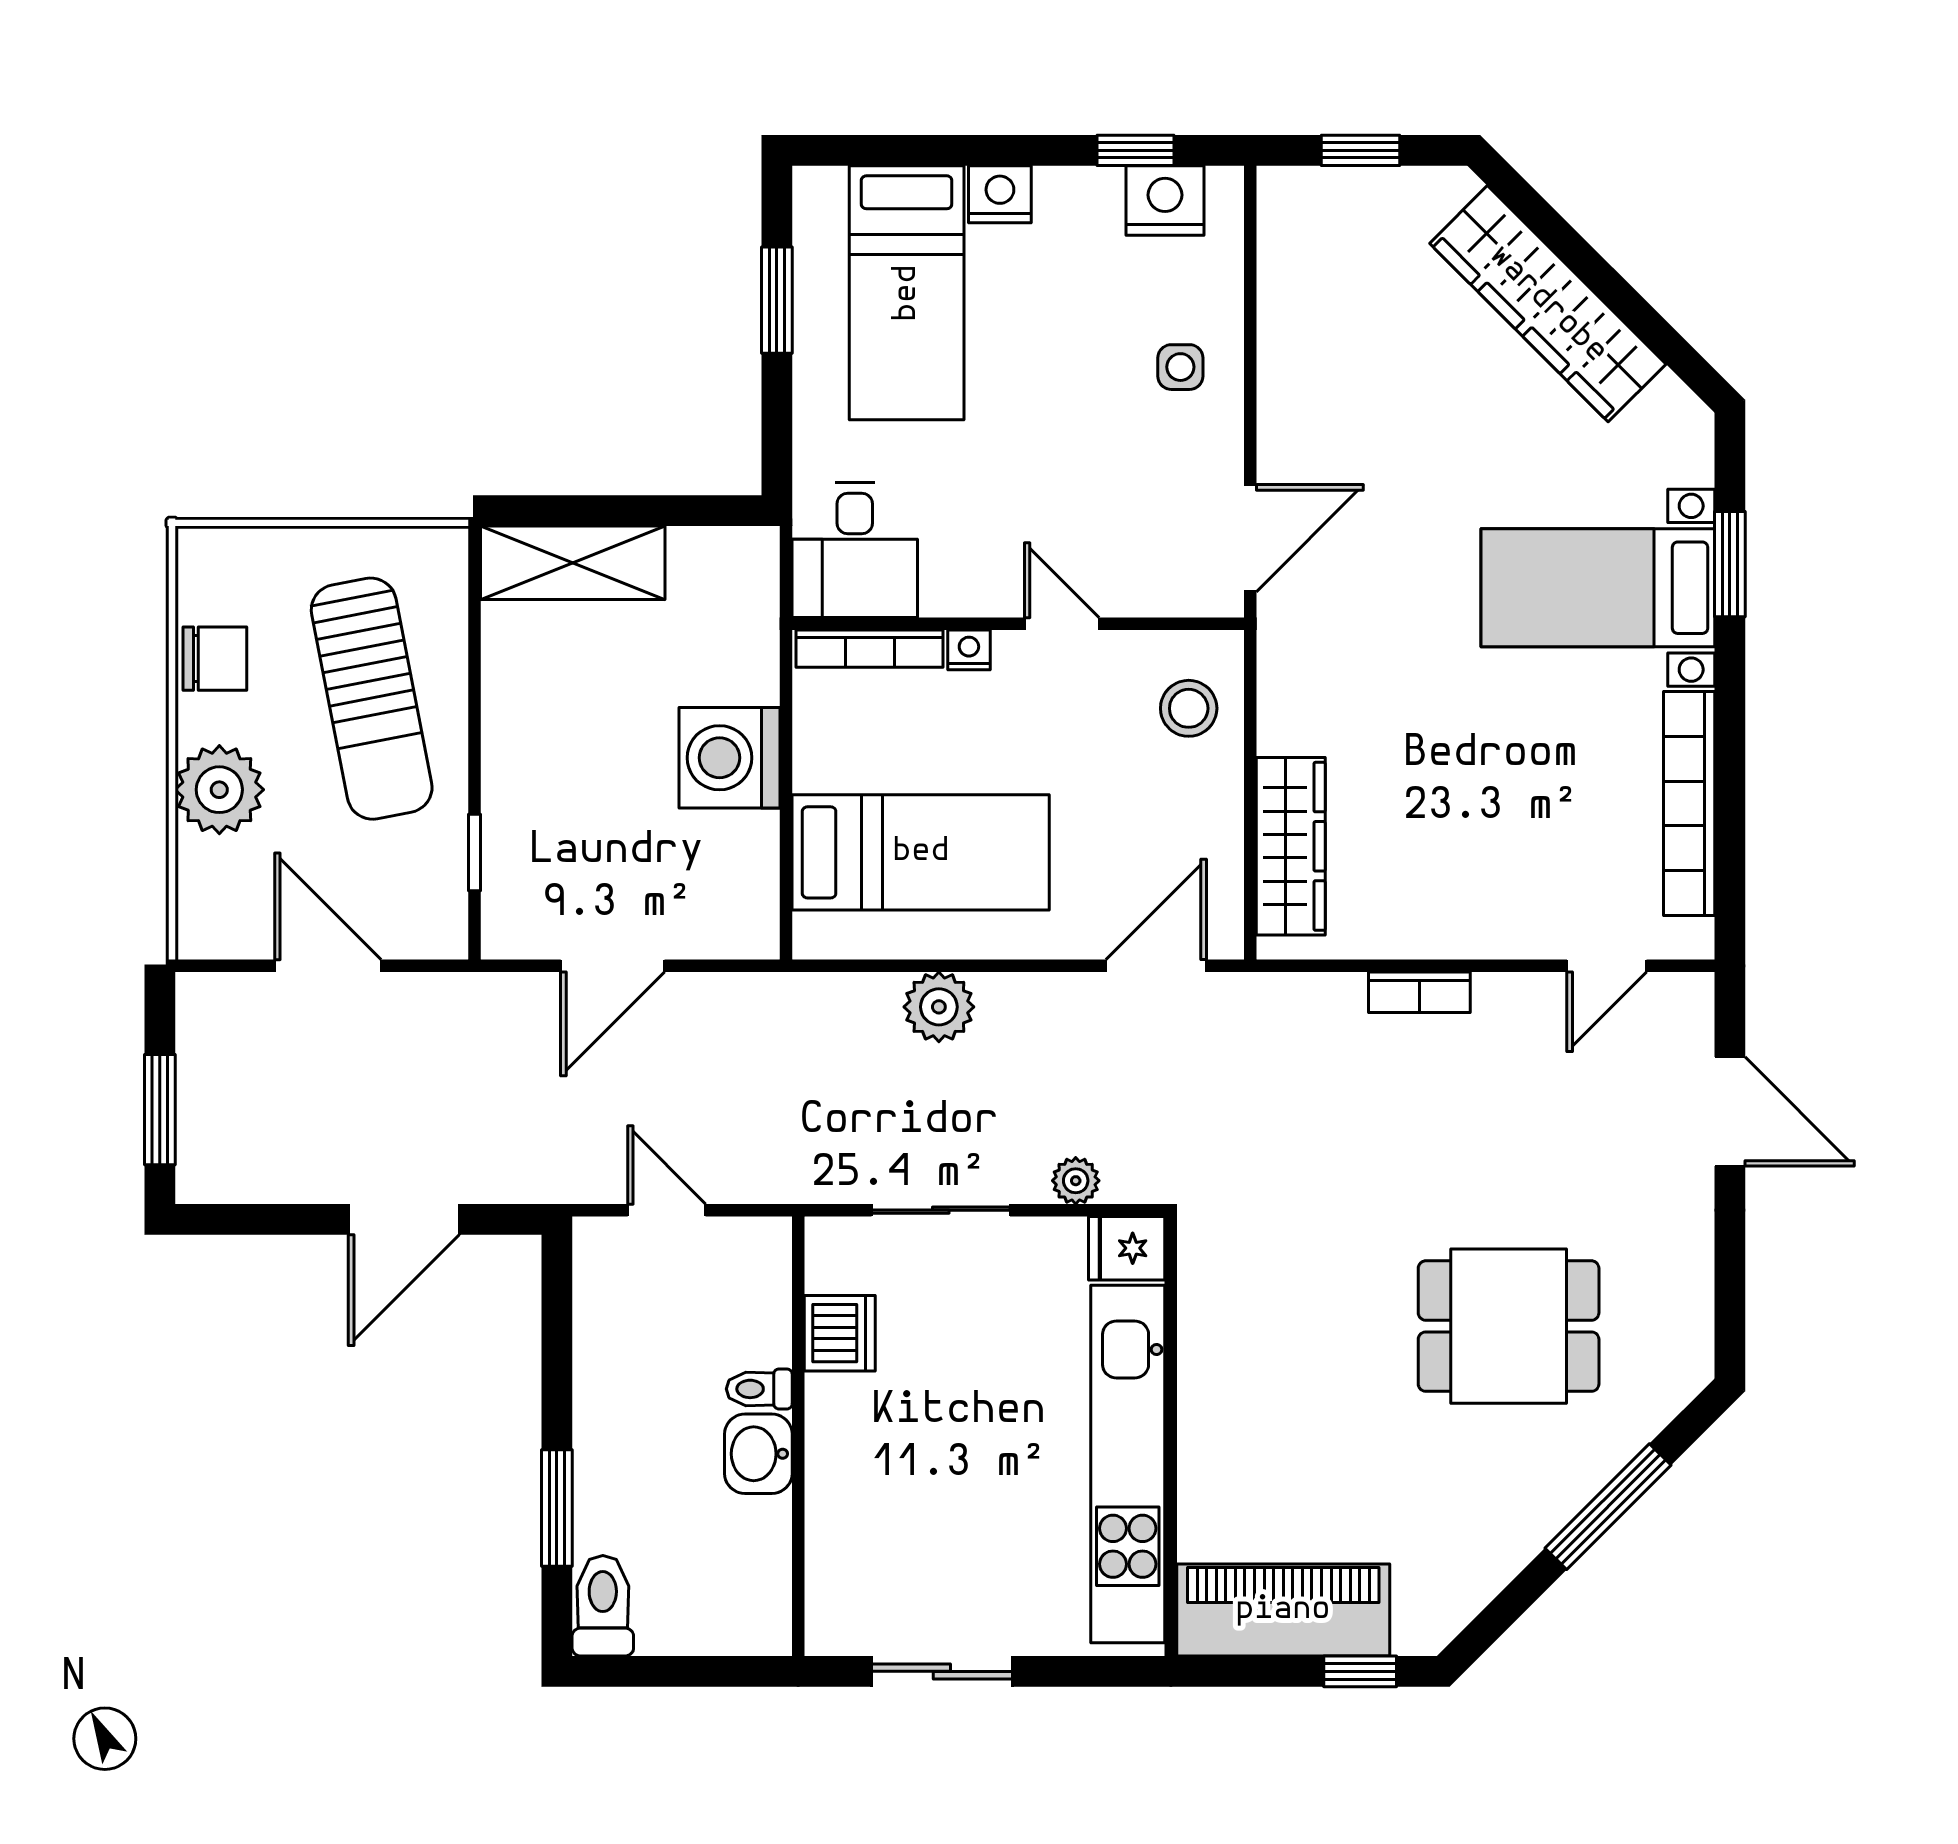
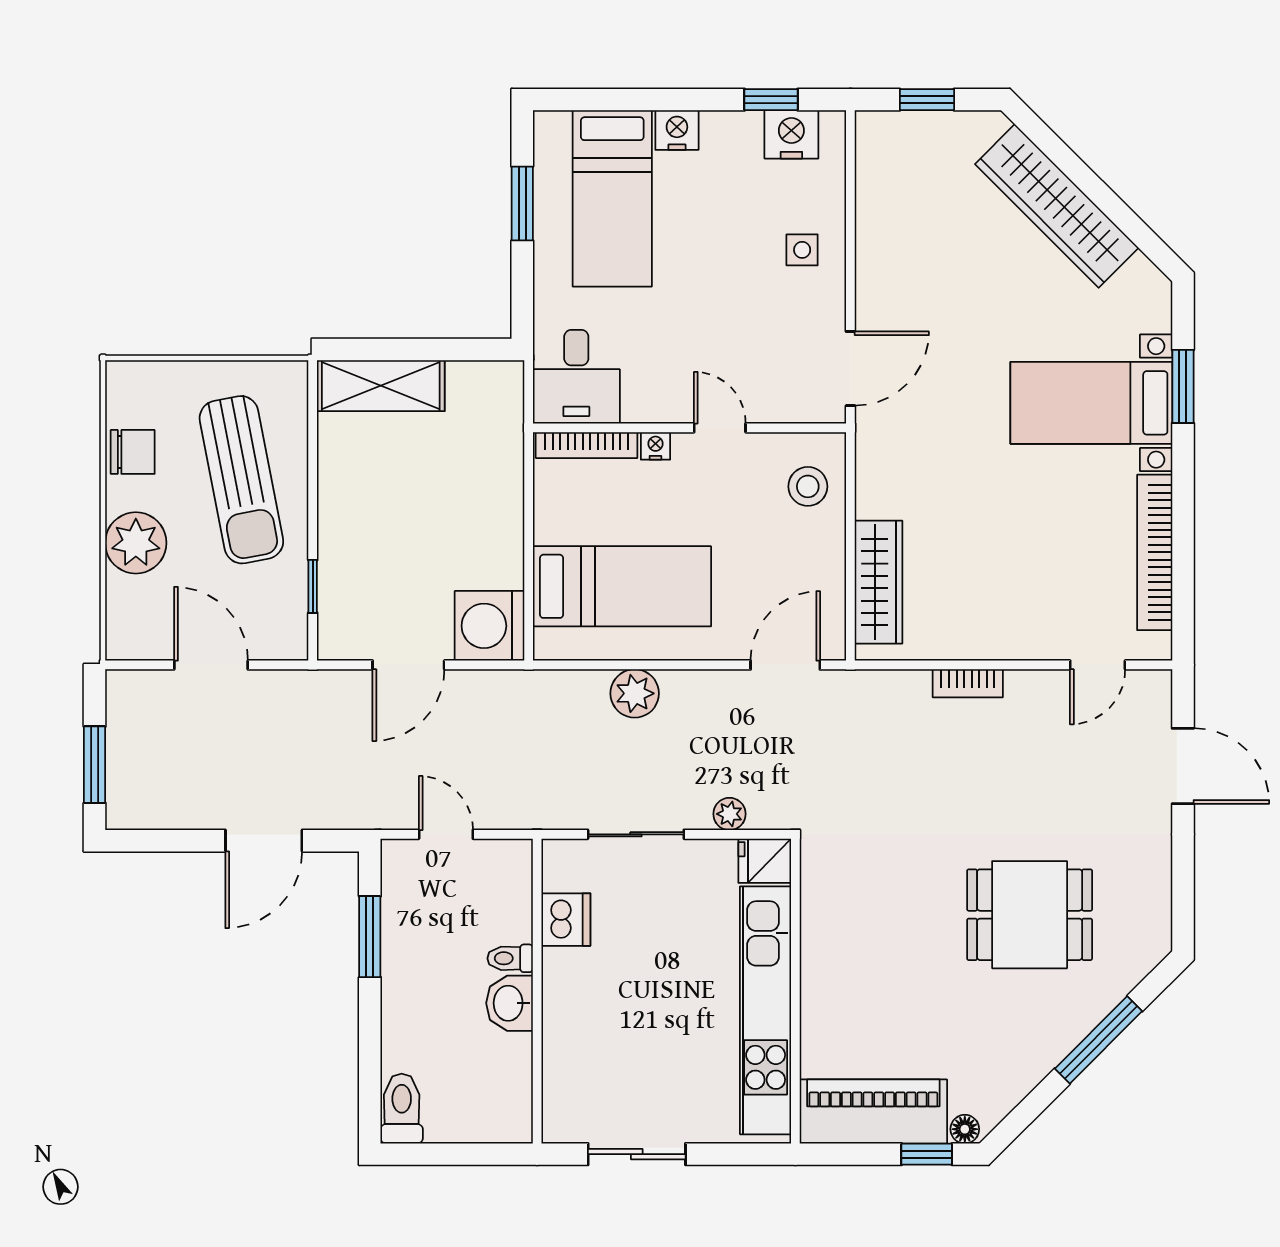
washing machine: (730, 758) -> (490, 626), moved
window: (557, 1508) -> (370, 937), moved
floor lamp: (1415, 1635) -> (965, 1129), added

